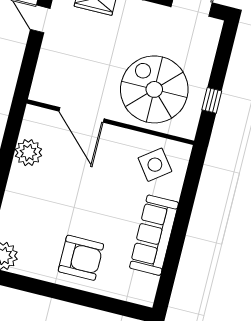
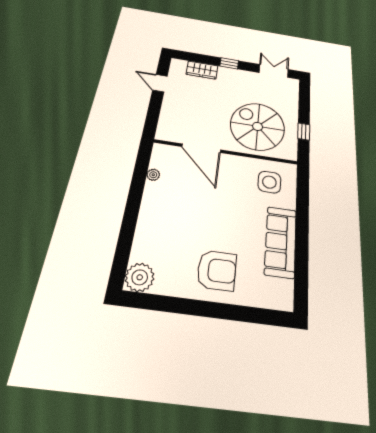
plant: (28, 153) -> (153, 175), width x0.53, depth x0.53
side table: (155, 165) -> (269, 182), turned 37

